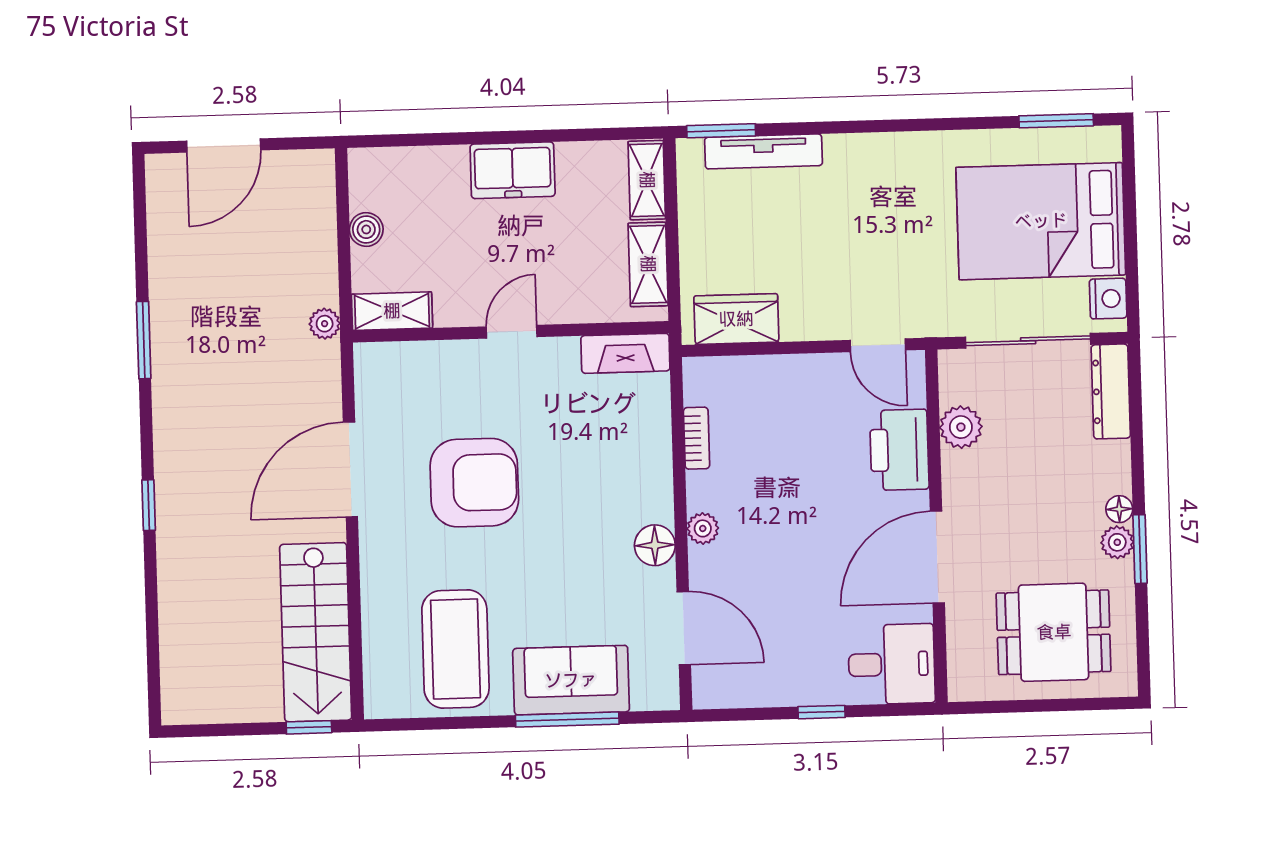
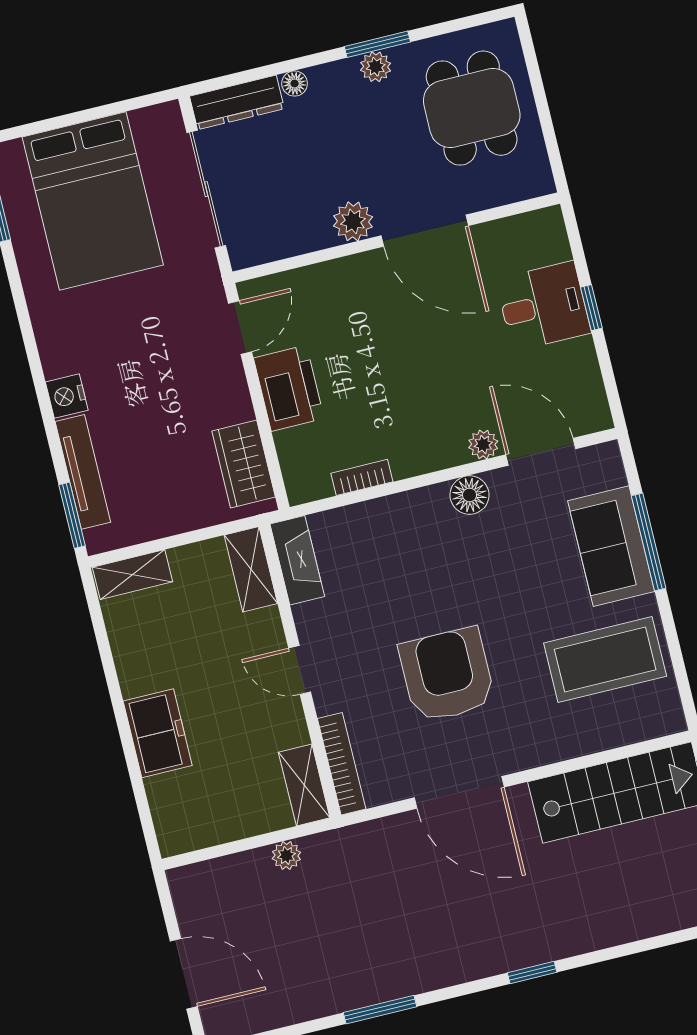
freezer: (513, 170) -> (158, 733), moved
boiler: (366, 229) -> (234, 825), removed
shelving: (648, 264) -> (251, 569), moved, turned 90
nightstand: (1108, 299) -> (67, 396), moved, turned -90
plant: (325, 324) -> (286, 855), moved
bookcase: (406, 354) -> (342, 764), added
plant: (961, 427) -> (353, 221), moved
printer: (899, 450) -> (289, 388), moved, turned -90
floor lamp: (1119, 509) -> (295, 84), moved
plant: (703, 528) -> (483, 444), moved
door: (684, 628) -> (541, 452), hinge flipped
desk: (892, 664) -> (543, 306), moved, turned 90

